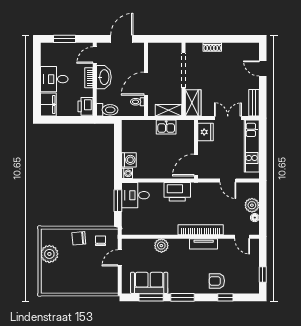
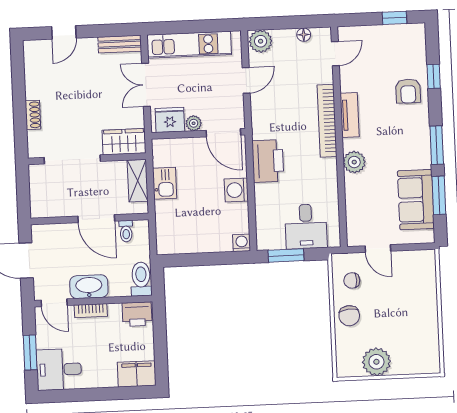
desk: (54, 79) -> (59, 369), moved, turned 90
plant: (203, 147) -> (194, 123), added
washing machine: (129, 160) -> (236, 190), moved, turned -90
desk: (135, 195) -> (306, 226), moved
plant: (252, 205) -> (261, 41), moved
plant: (161, 246) -> (354, 162), moved

